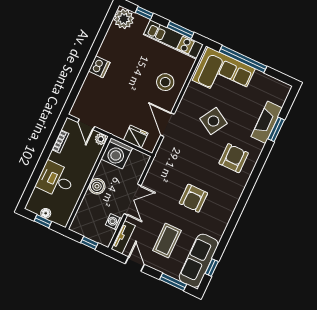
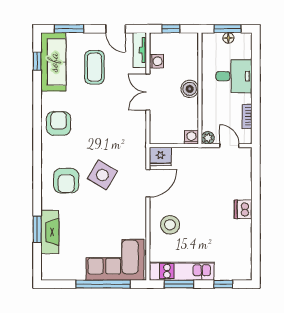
plant: (124, 19) -> (241, 269), removed
side table: (213, 121) -> (102, 175), moved
door: (167, 125) -> (148, 183), hinge flipped
fridge: (136, 137) -> (160, 157), moved
washing machine: (117, 153) -> (191, 137), width x0.53, depth x0.53
armchair: (193, 198) -> (59, 123), moved
window: (43, 221) -> (227, 29), width x1.50

